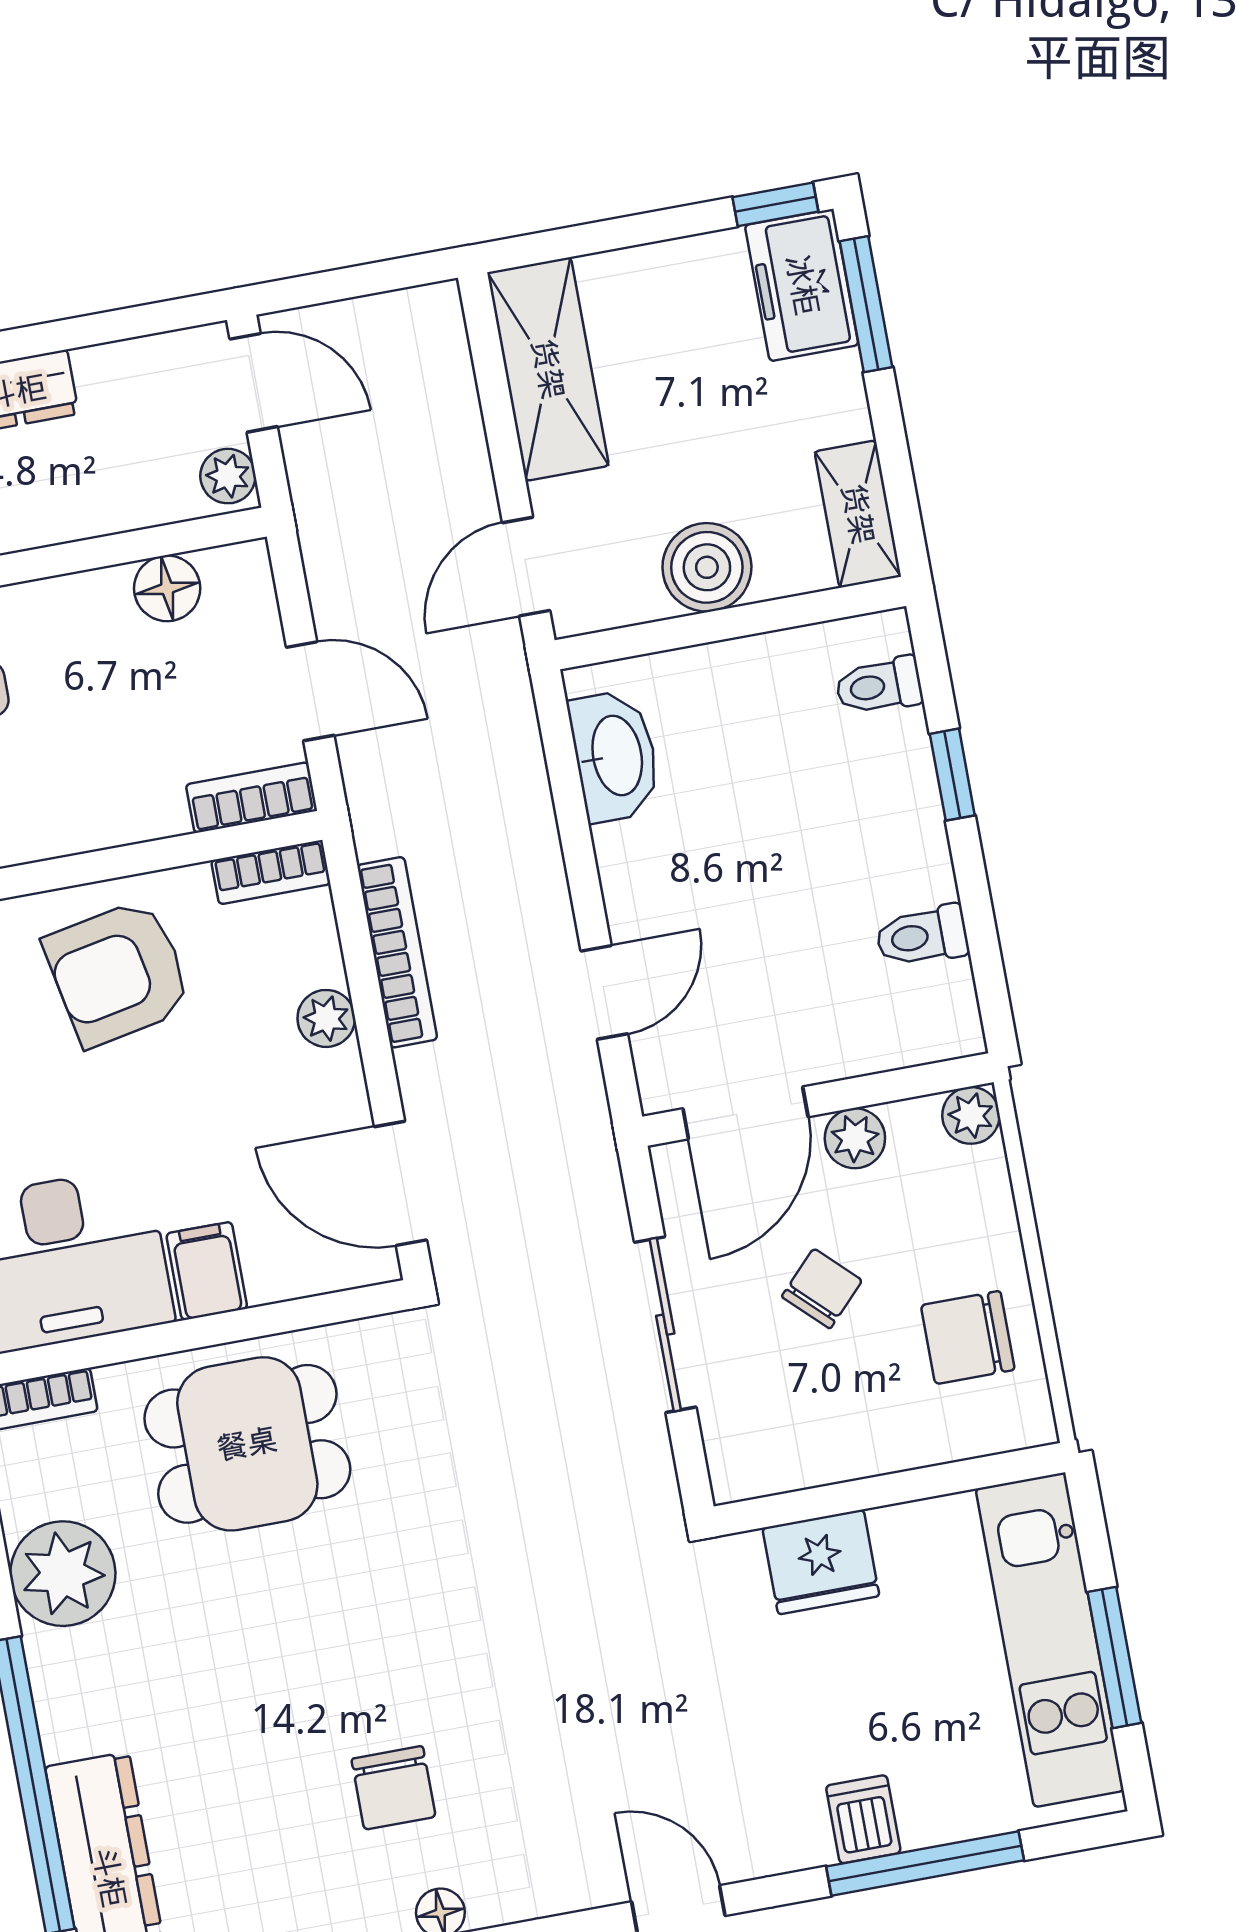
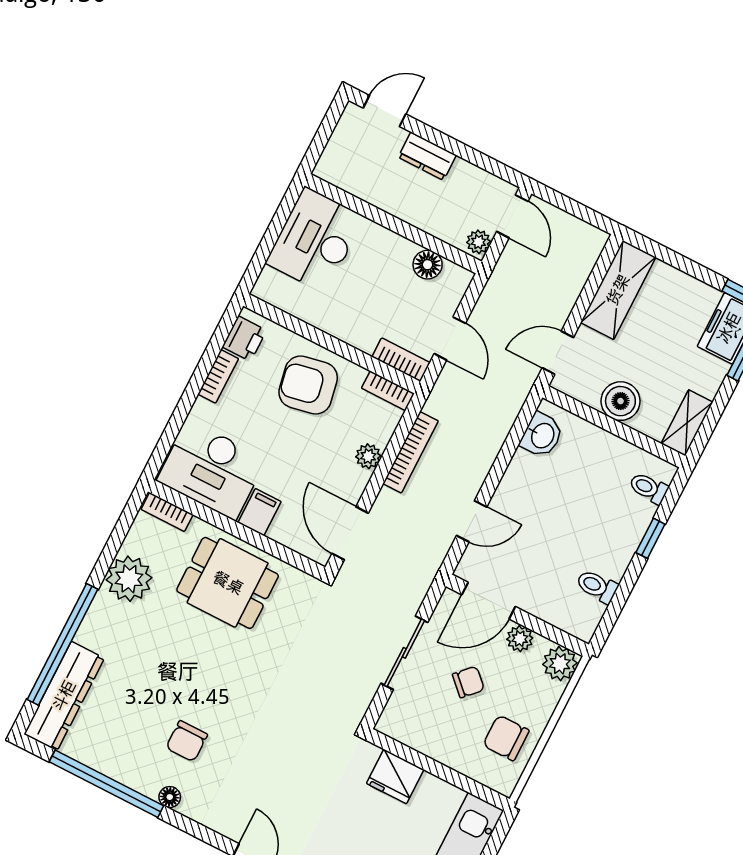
washbasin: (615, 756) -> (542, 435), width x0.72
plant: (971, 1115) -> (560, 664), width x1.38, depth x1.38

